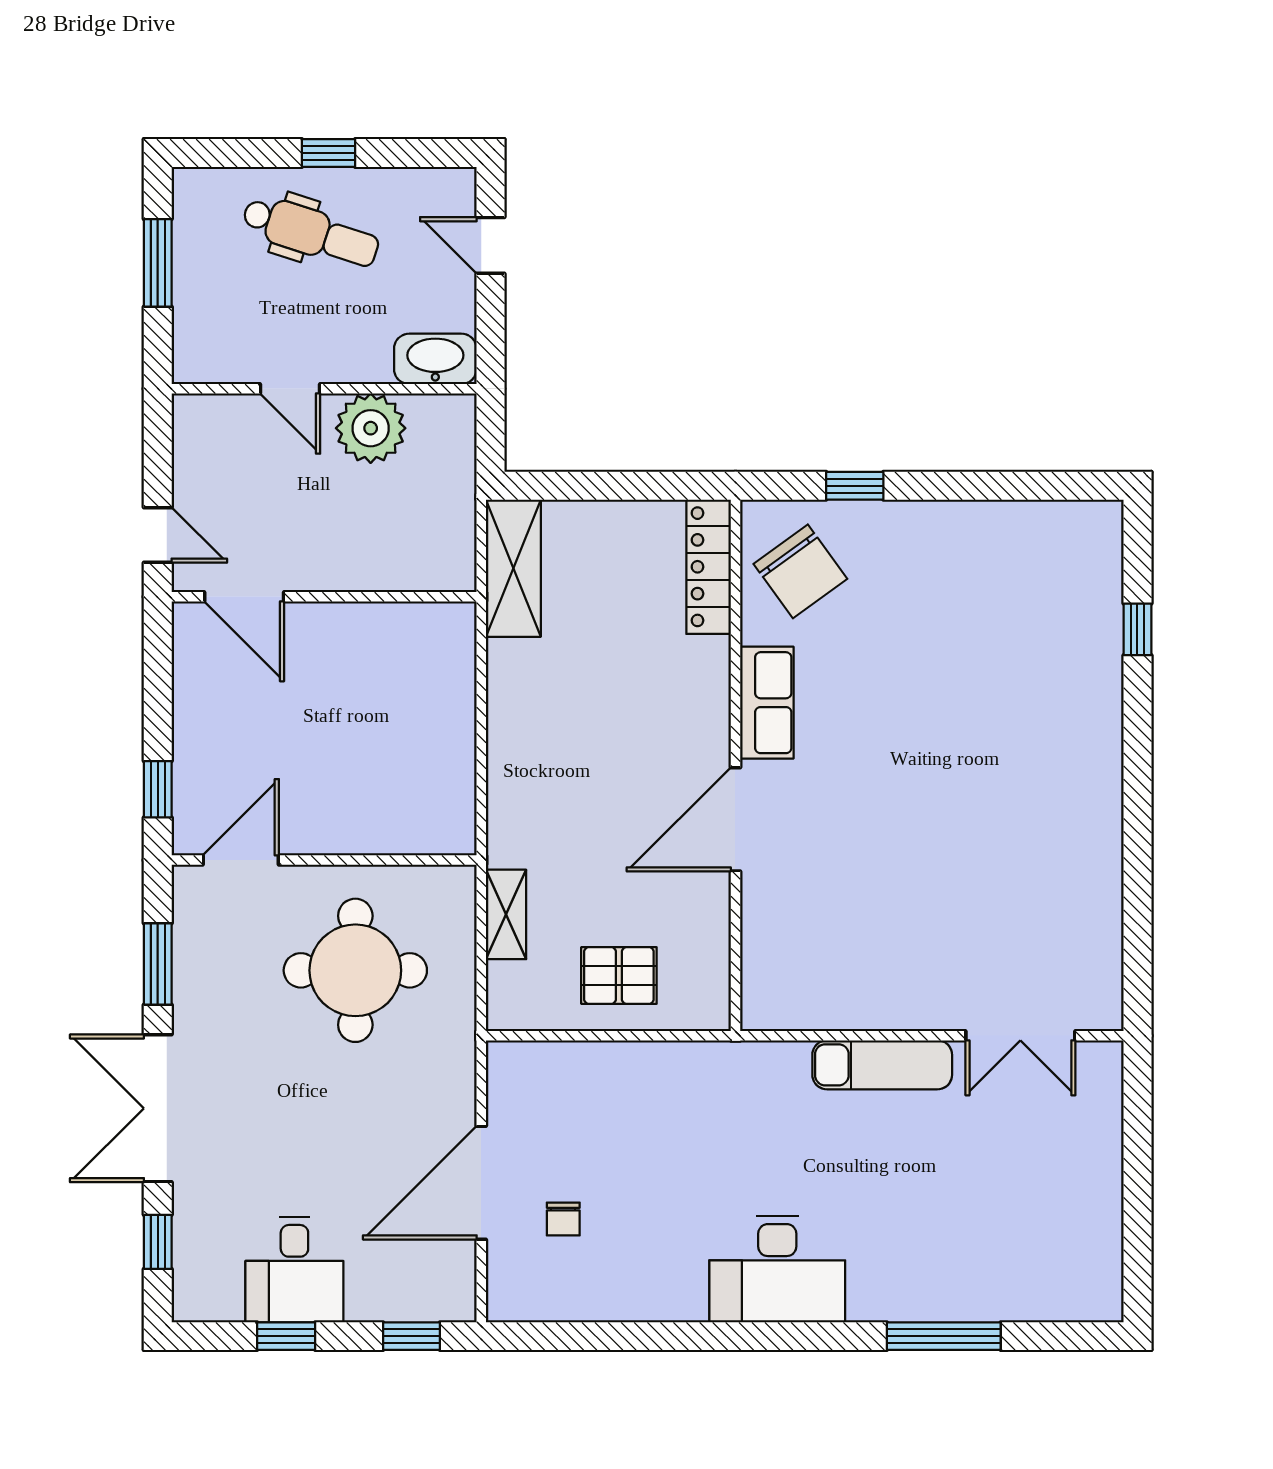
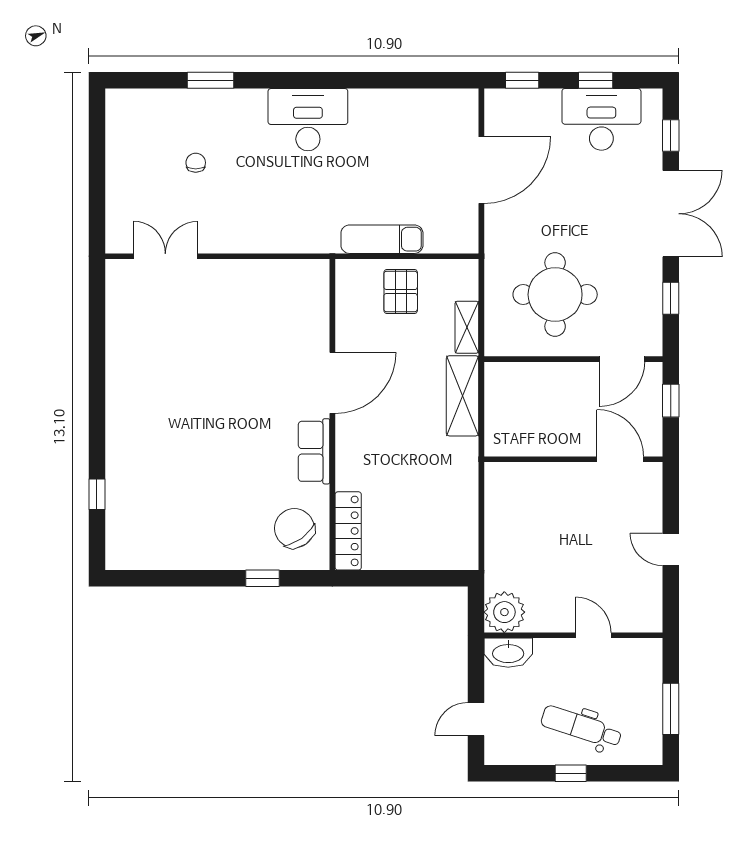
door: (490, 245) -> (476, 719), swing flipped
plant: (371, 428) -> (504, 612), moved
shelving: (513, 568) -> (463, 396), moved
door: (244, 597) -> (620, 459), moved
wall: (324, 597) -> (573, 459), moved
window: (158, 964) -> (671, 298), width x0.67
pallet: (619, 976) -> (401, 291), turned 90
exam couch: (882, 1065) -> (382, 239), moved
chair: (563, 1219) -> (196, 163), moved
desk: (294, 1269) -> (601, 119), width x1.37
window: (944, 1336) -> (210, 80), width x0.69

